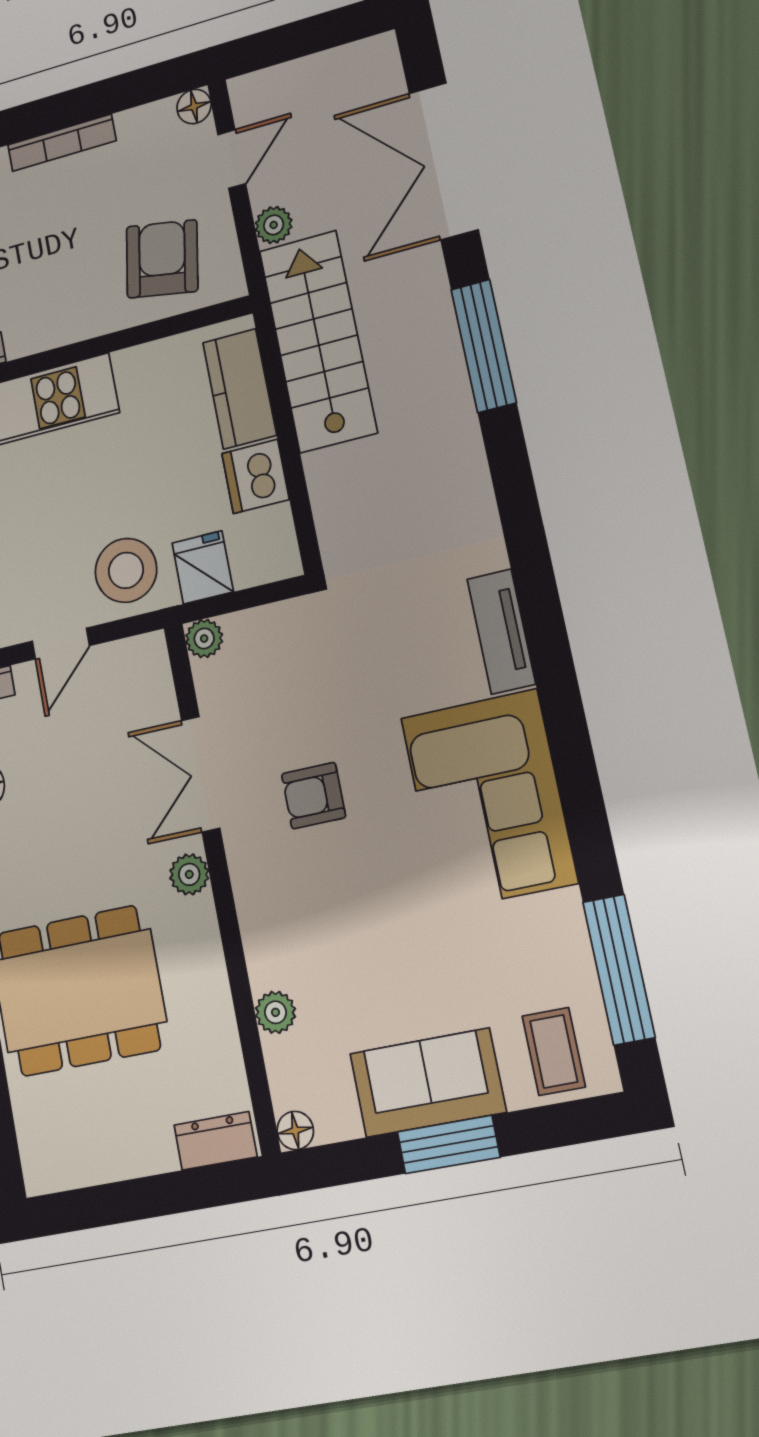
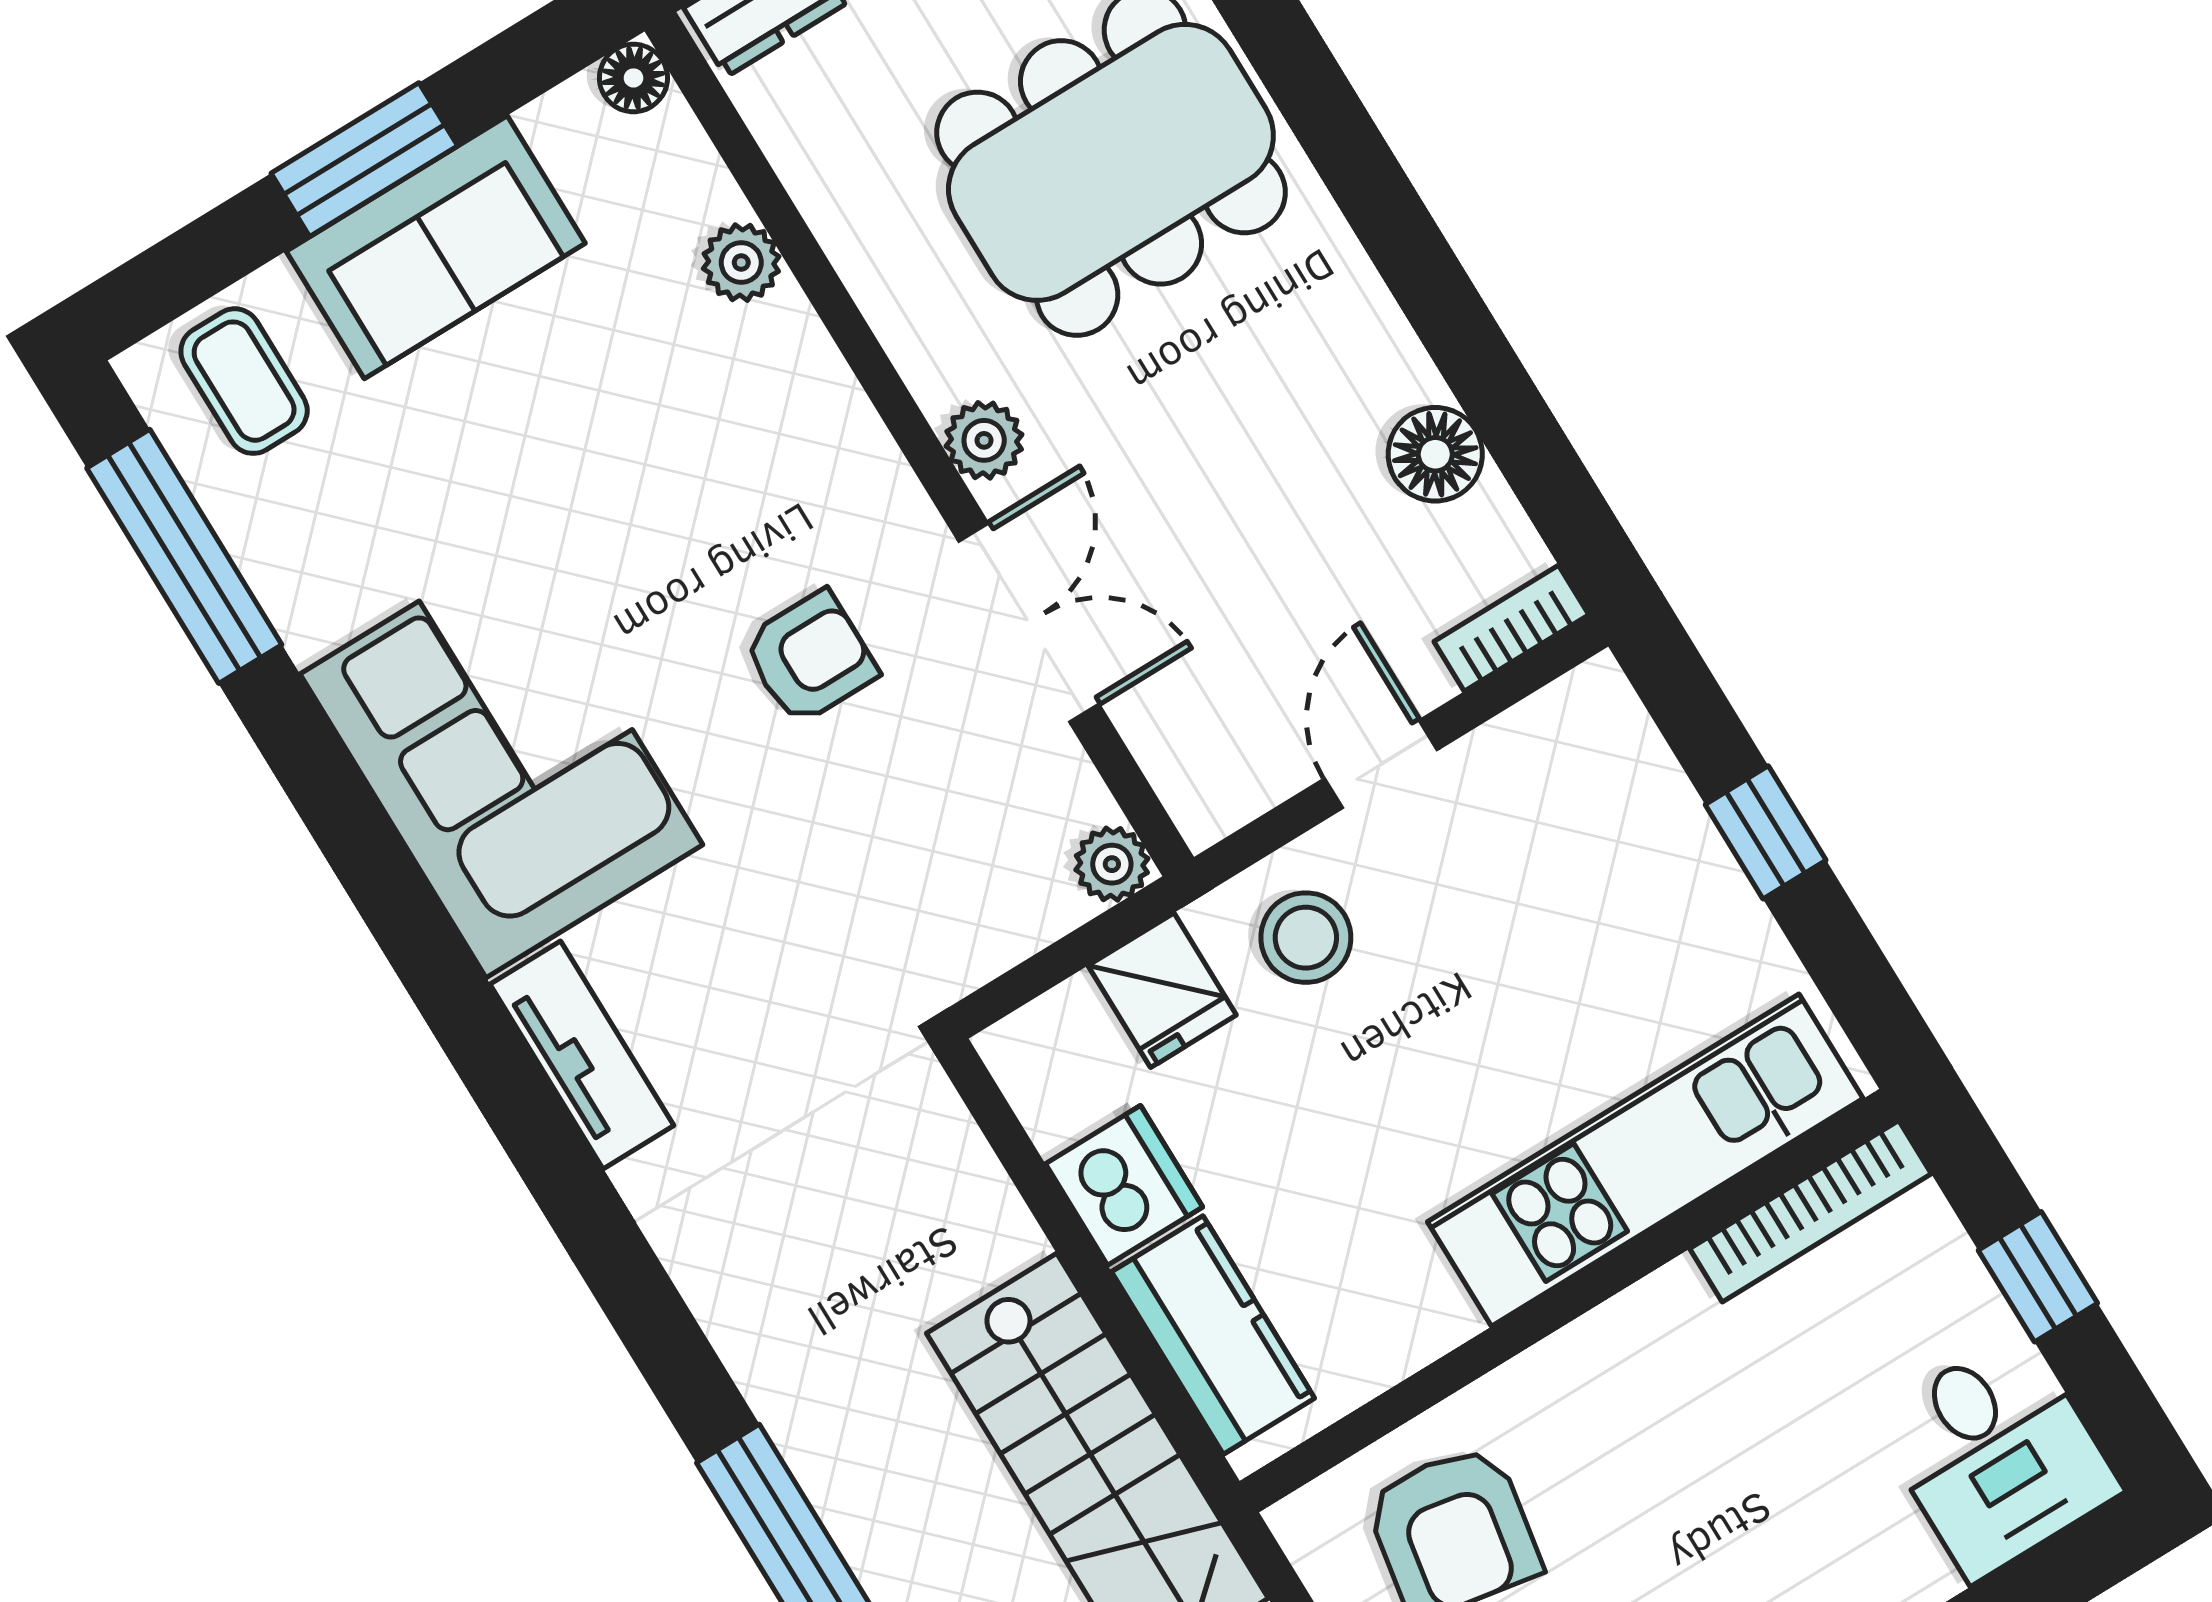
stool: (126, 570) -> (1306, 938), width x0.73, depth x0.73

